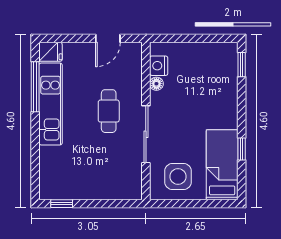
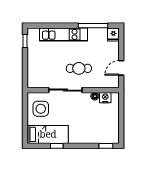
door: (108, 38) -> (121, 68), hinge flipped
kitchen unit: (51, 104) -> (64, 34), moved

